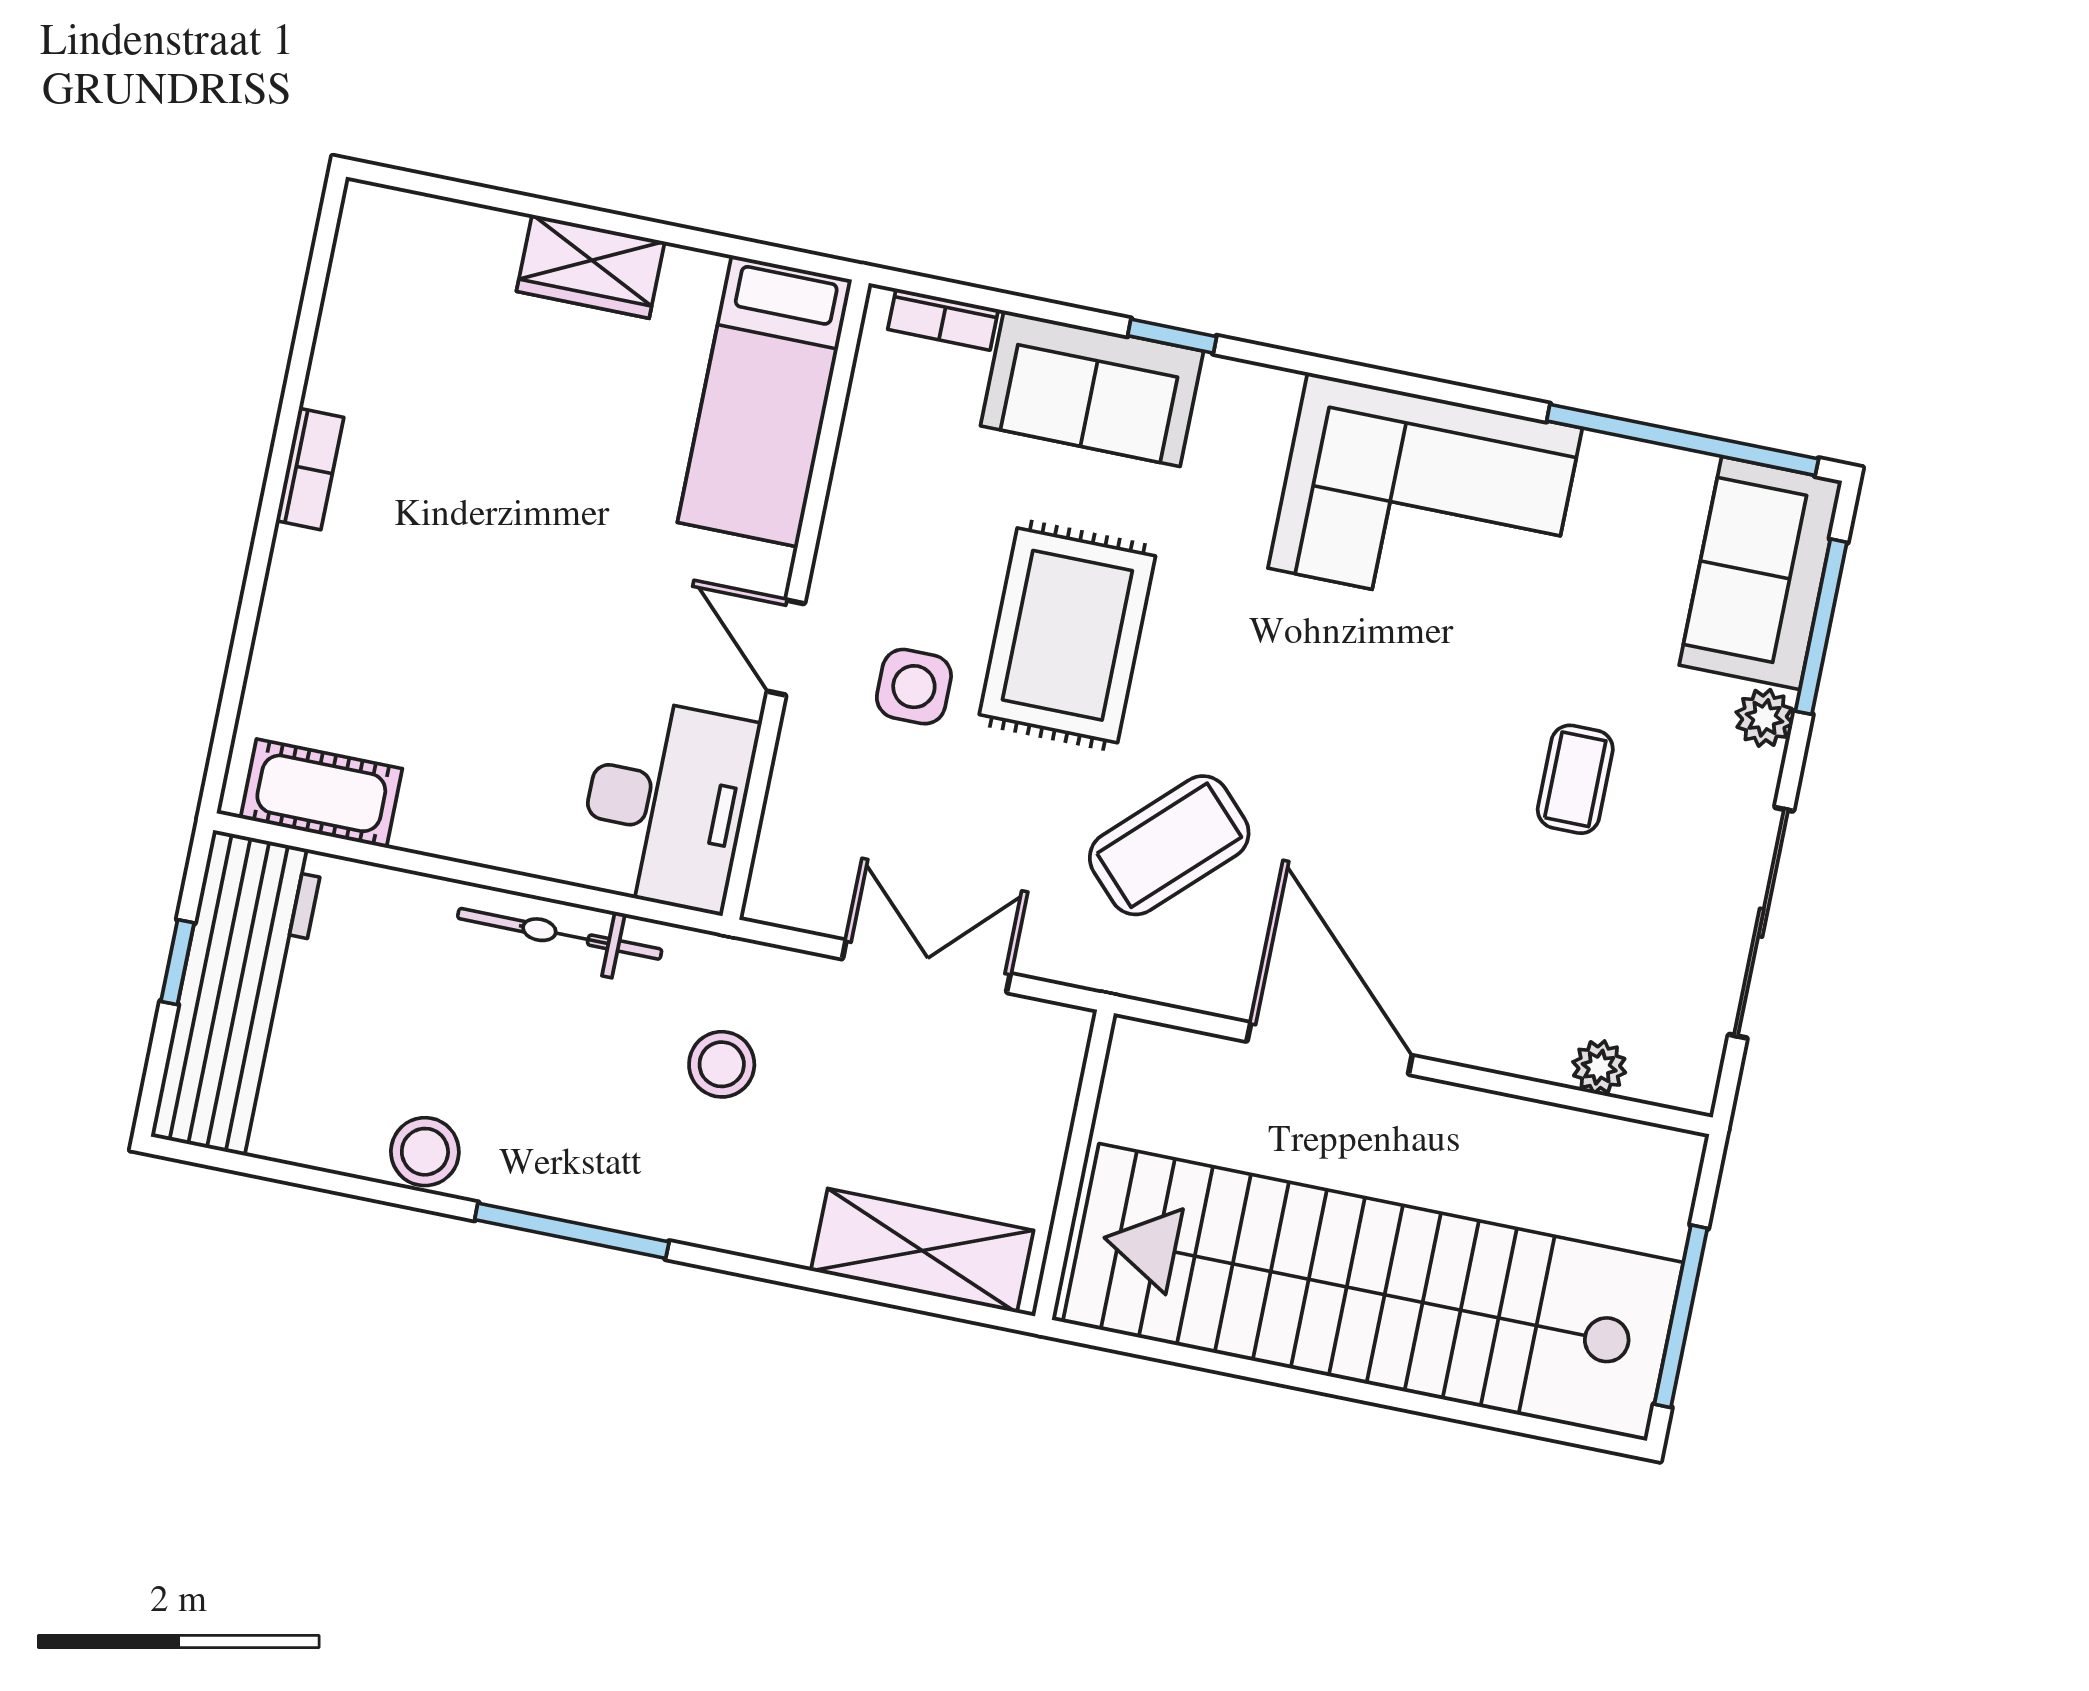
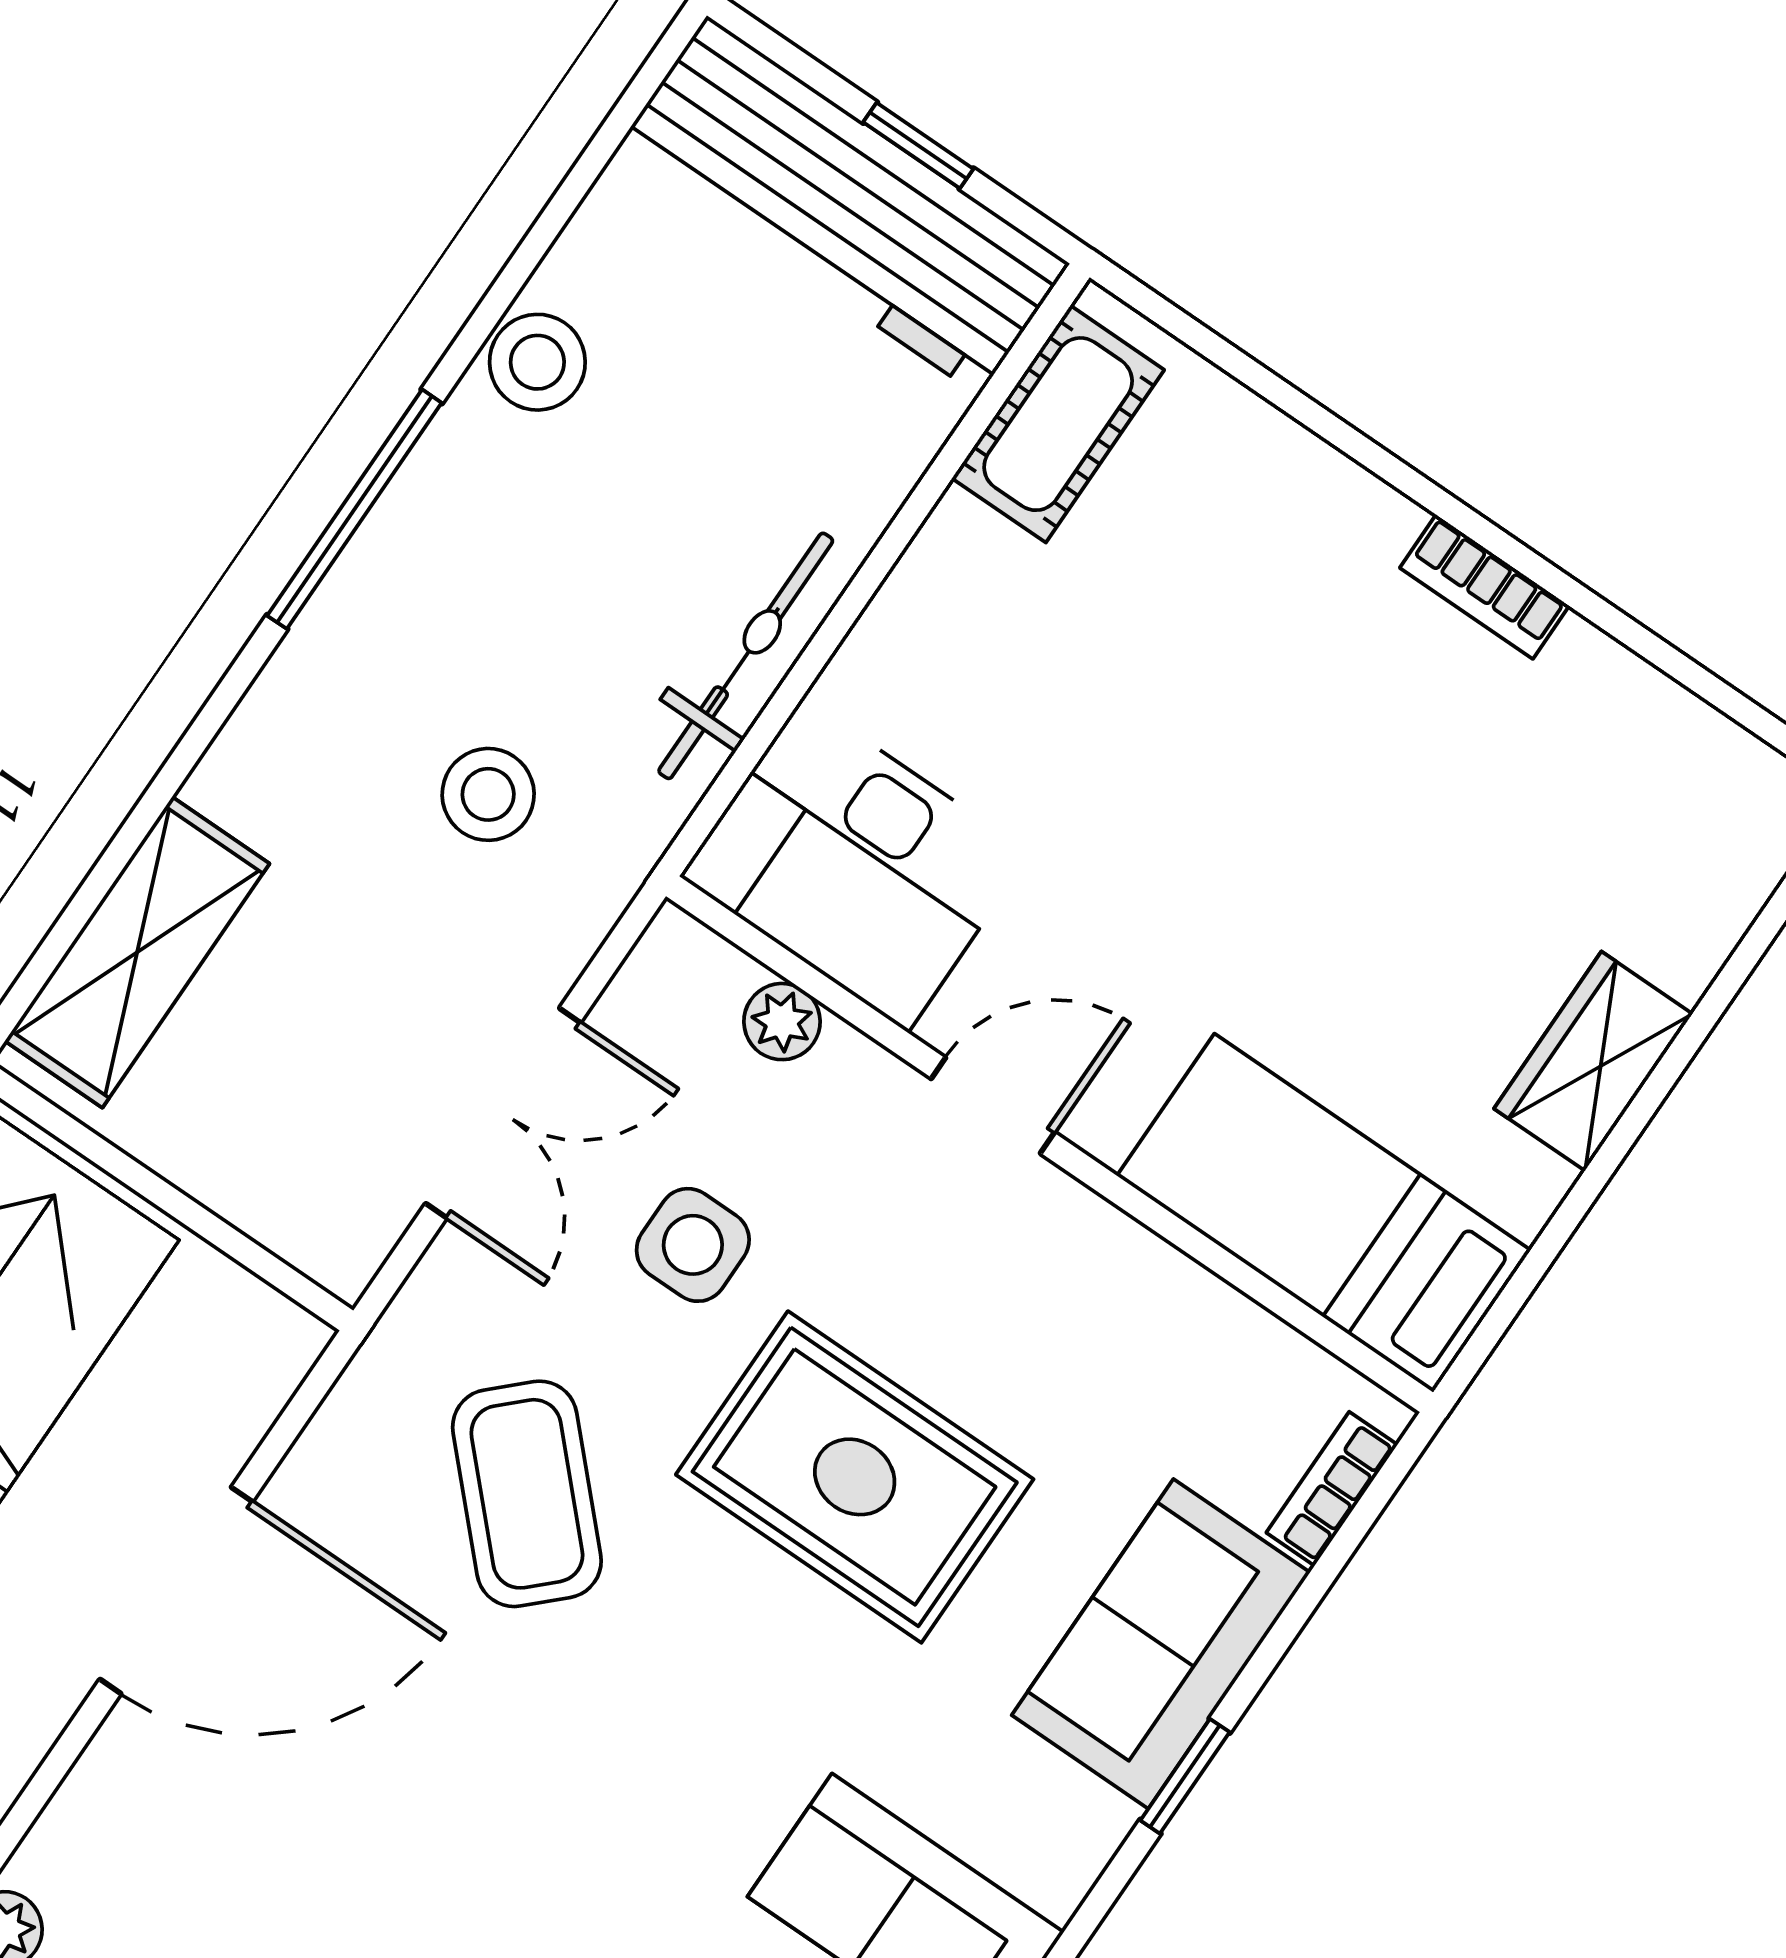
side table: (914, 687) -> (693, 1245), moved
plant: (789, 809) -> (782, 1022), added

